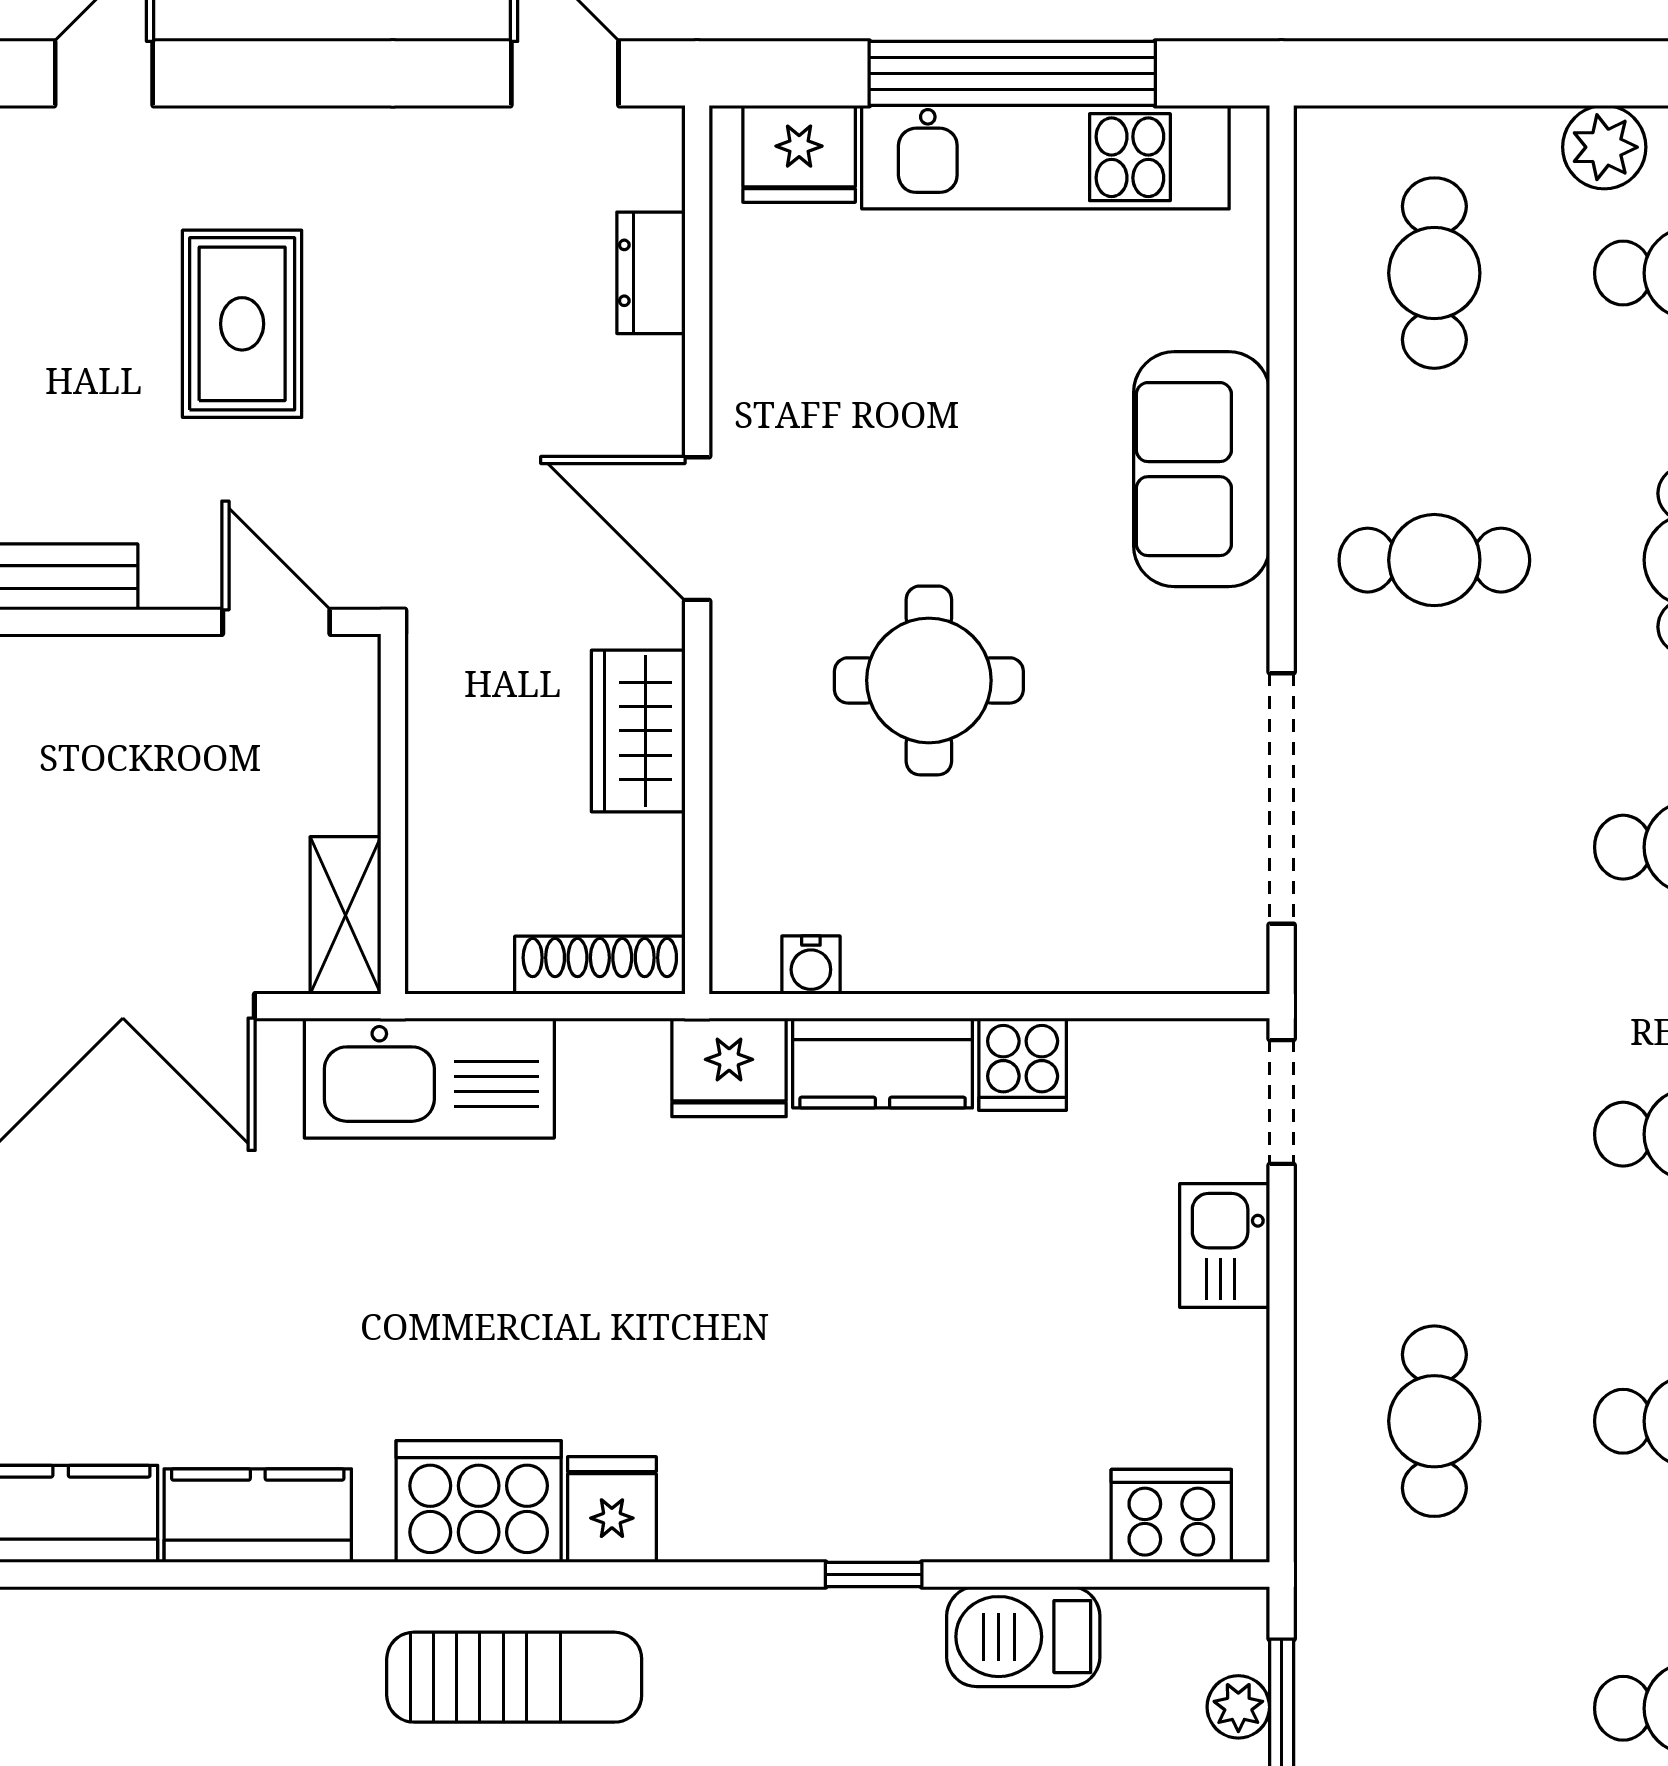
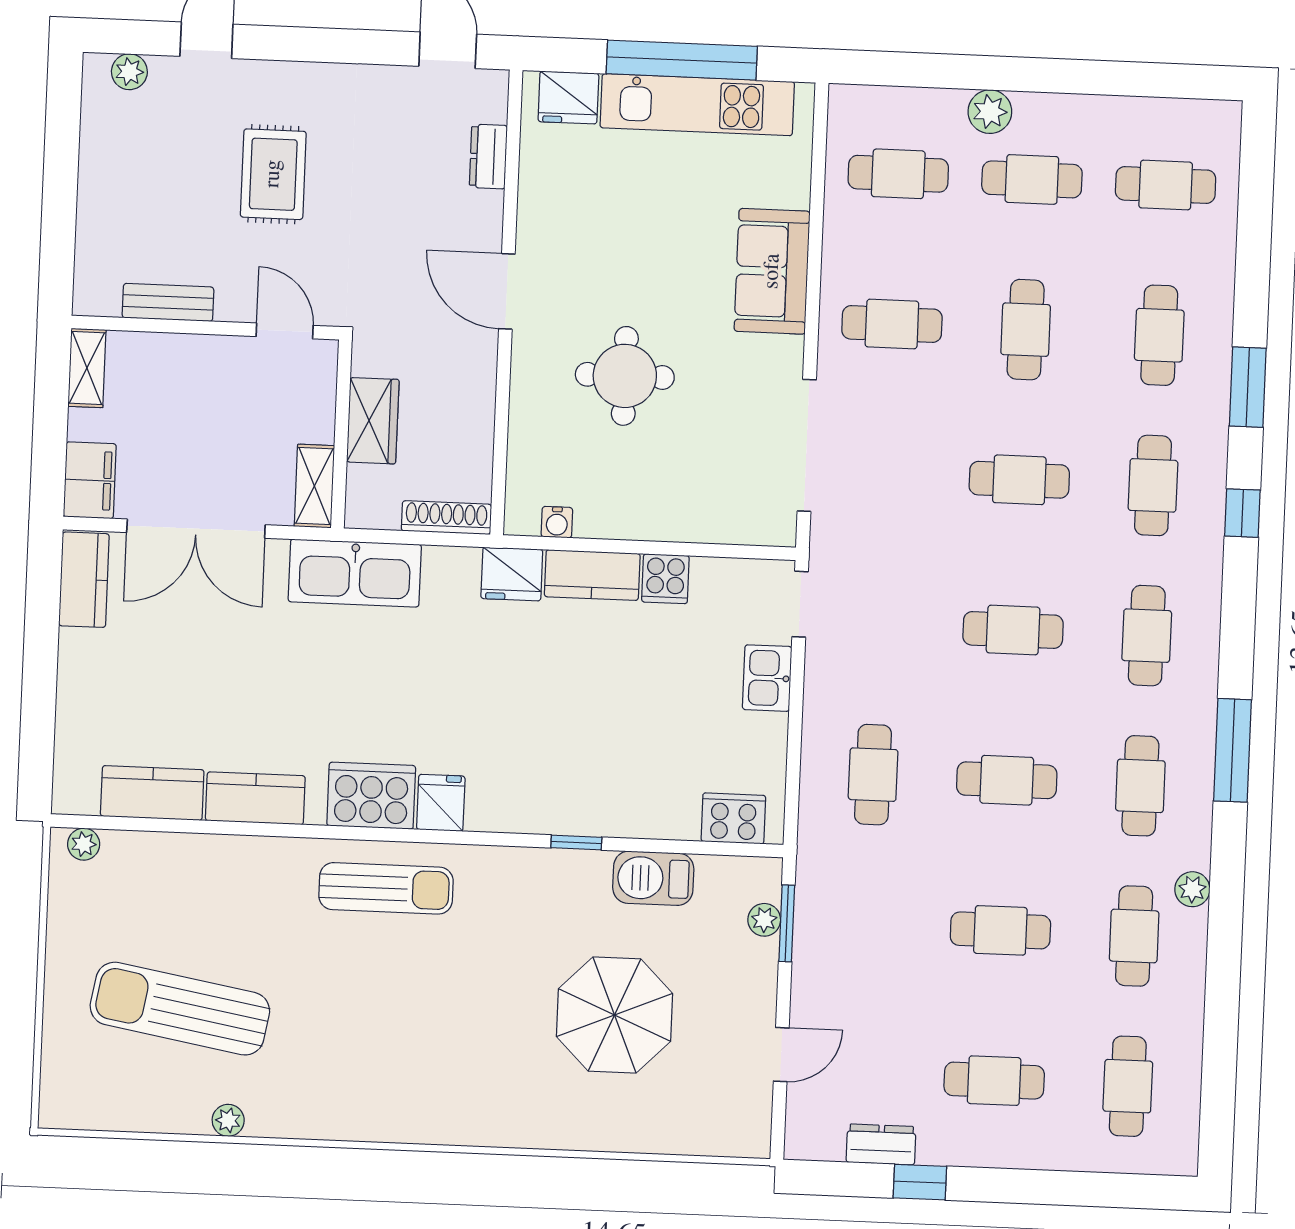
cafe table: (1434, 273) -> (898, 174), turned 90
wardrobe: (638, 731) -> (373, 421), moved, turned 180

